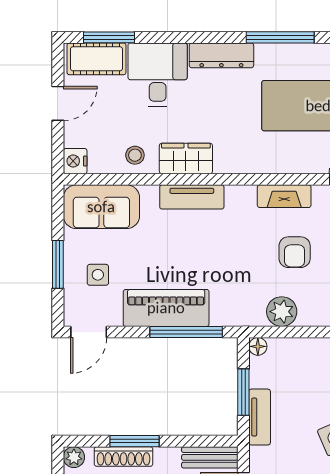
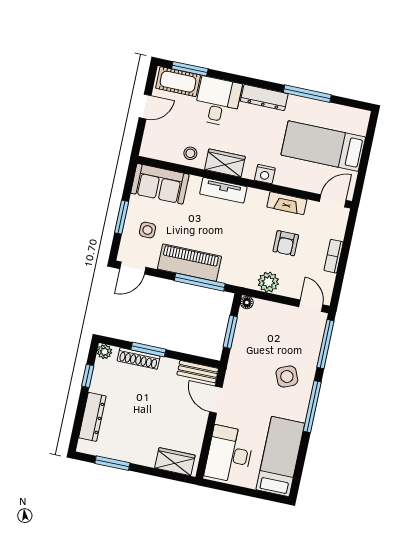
nightstand: (75, 161) -> (265, 174), moved, turned -90
tv unit: (260, 417) -> (238, 351), removed

